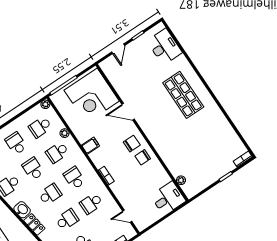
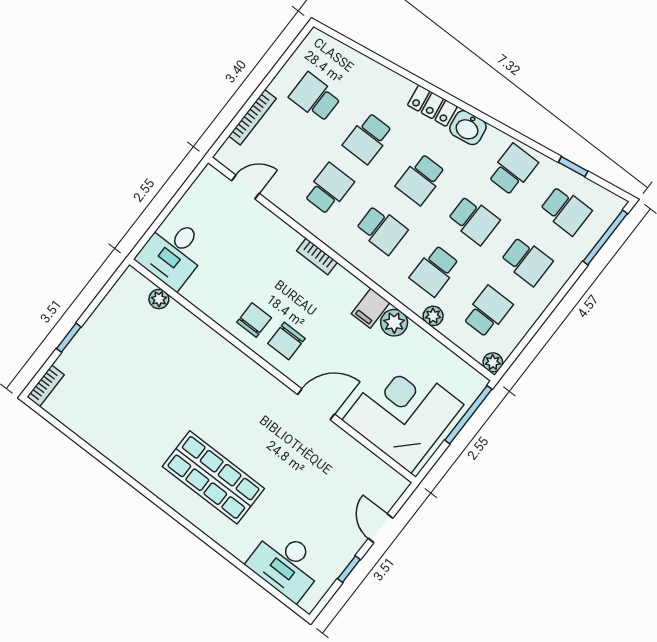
plant: (82, 136) -> (394, 323), added
school desk: (57, 153) -> (435, 271), turned 180

